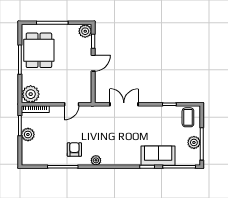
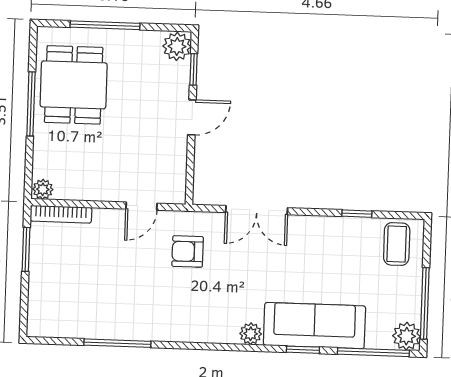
plant: (31, 94) -> (43, 189), width x0.53, depth x0.53
double door: (124, 104) -> (257, 210), swing flipped
plant: (28, 135) -> (43, 269), removed
plant: (194, 142) -> (407, 336), moved
armchair: (74, 149) -> (188, 251), moved, turned -90
sofa: (158, 156) -> (314, 326), width x1.36
plant: (96, 160) -> (251, 334), moved

